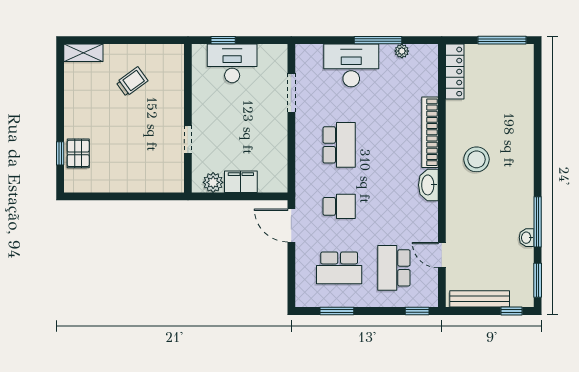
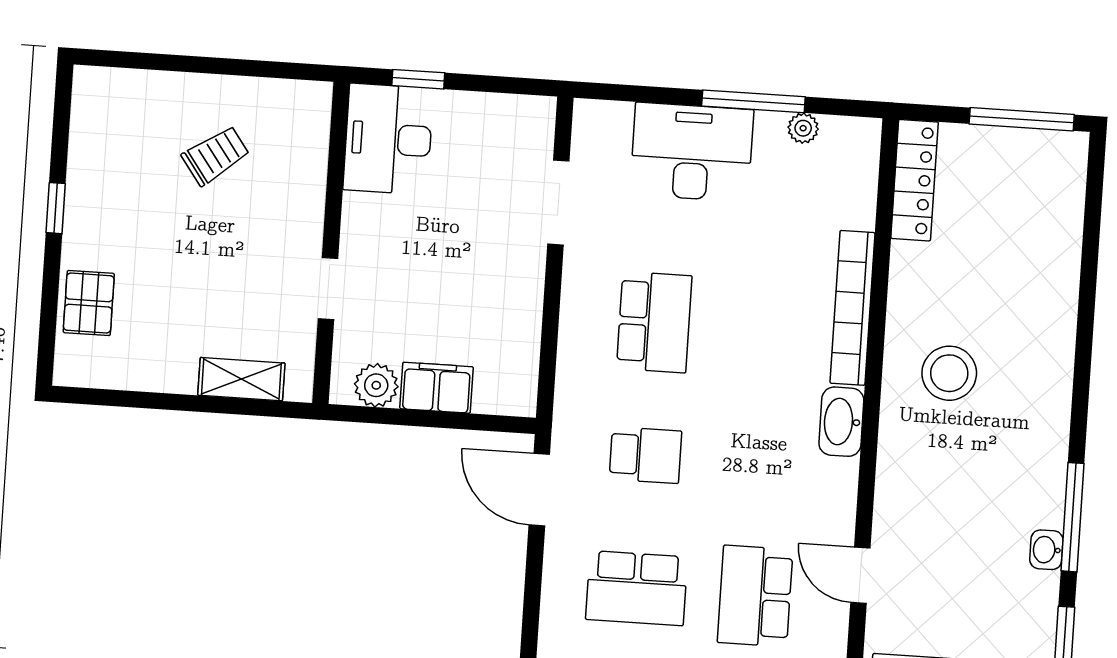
shelving: (83, 53) -> (241, 379), moved
desk: (232, 63) -> (388, 139), moved, turned -90
window: (60, 153) -> (56, 208), moved

